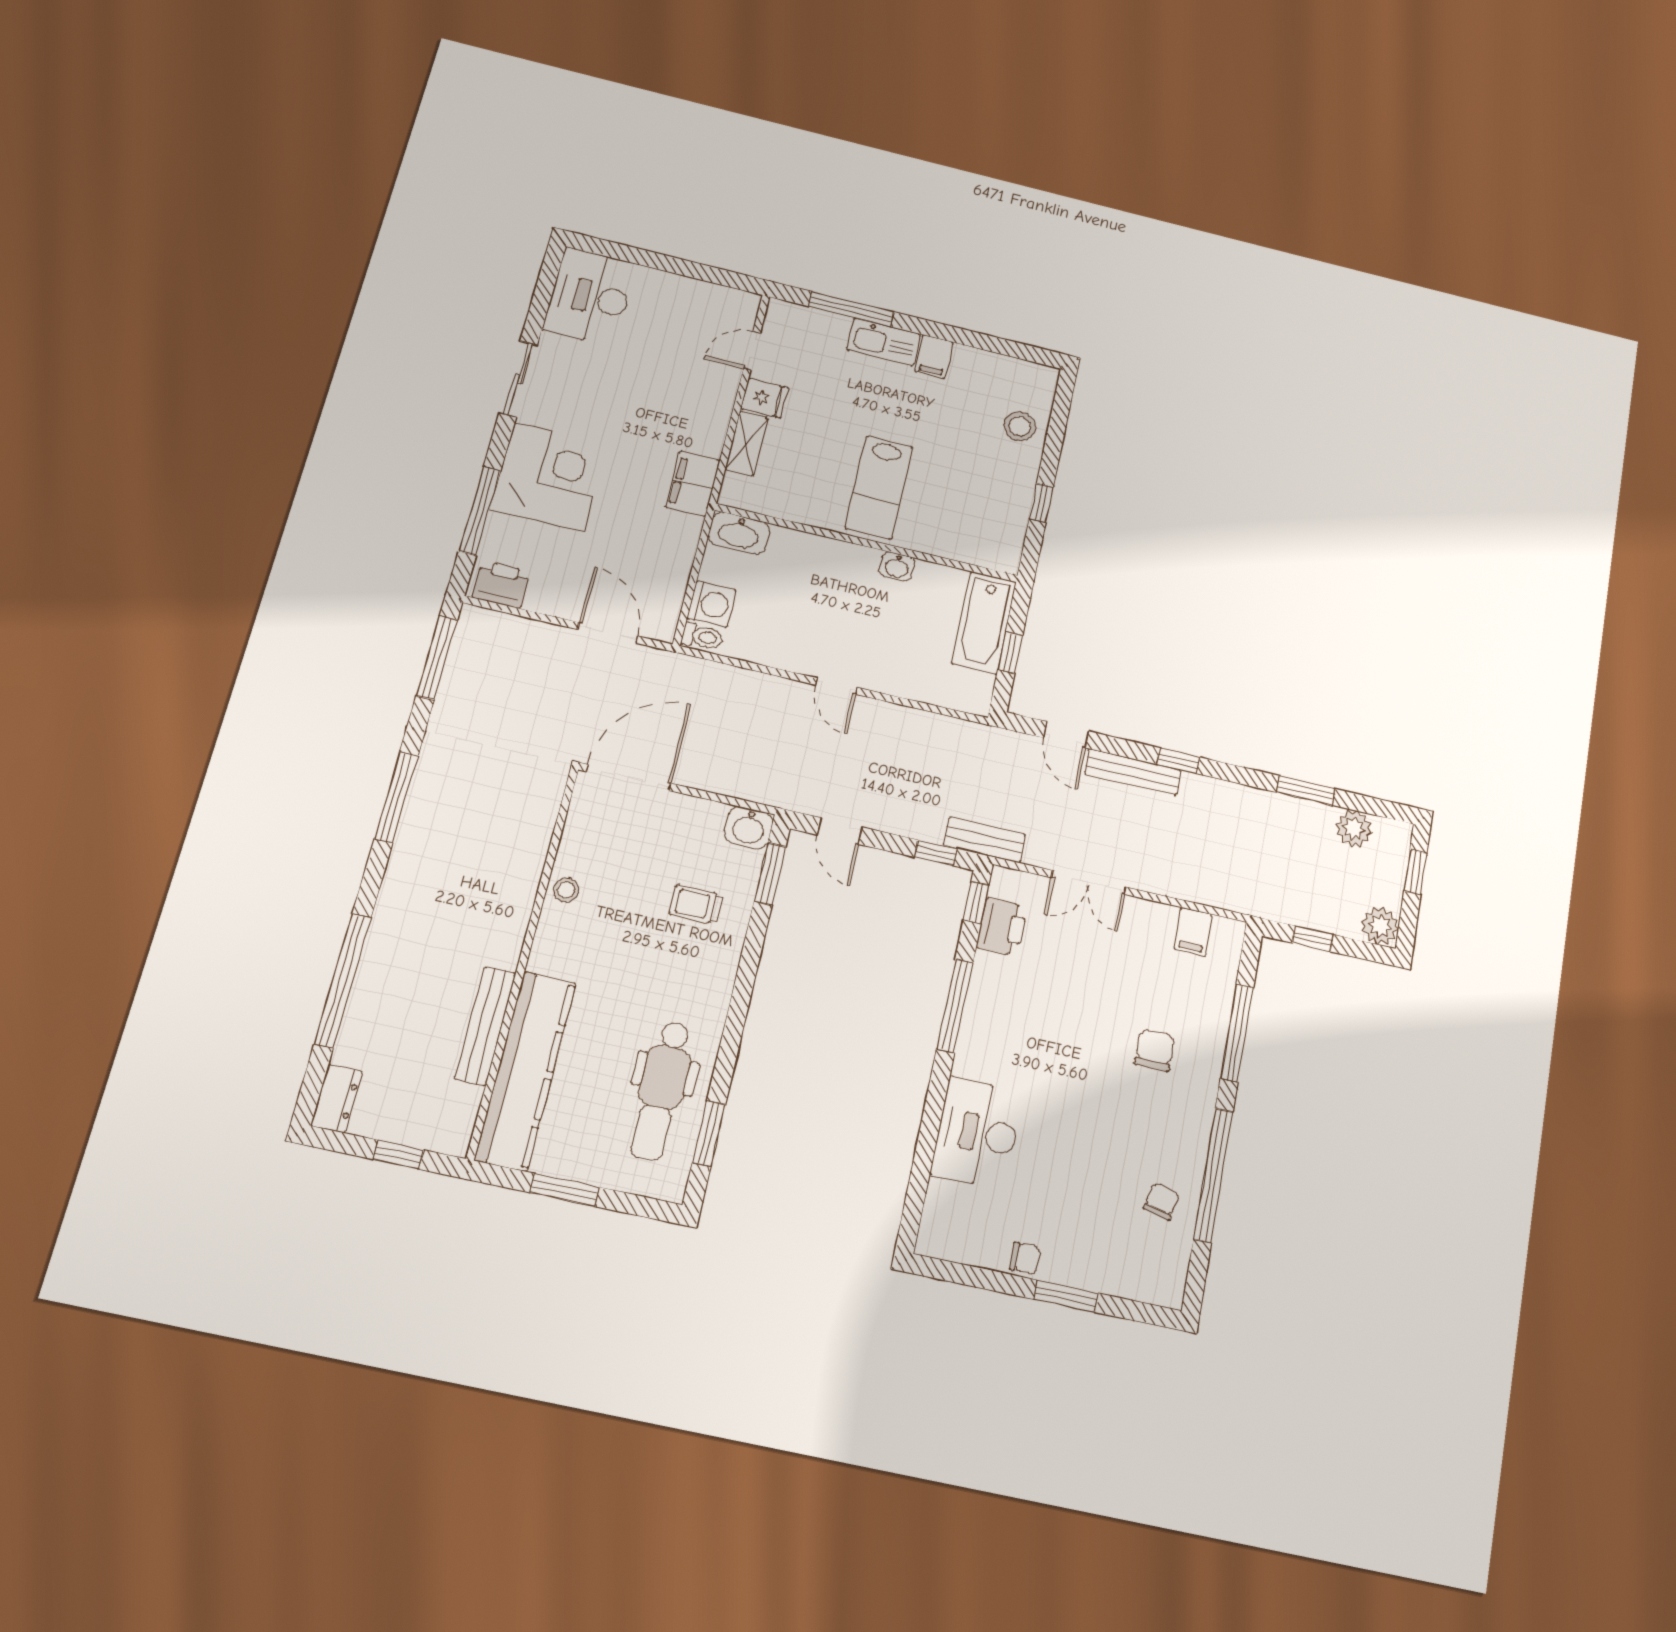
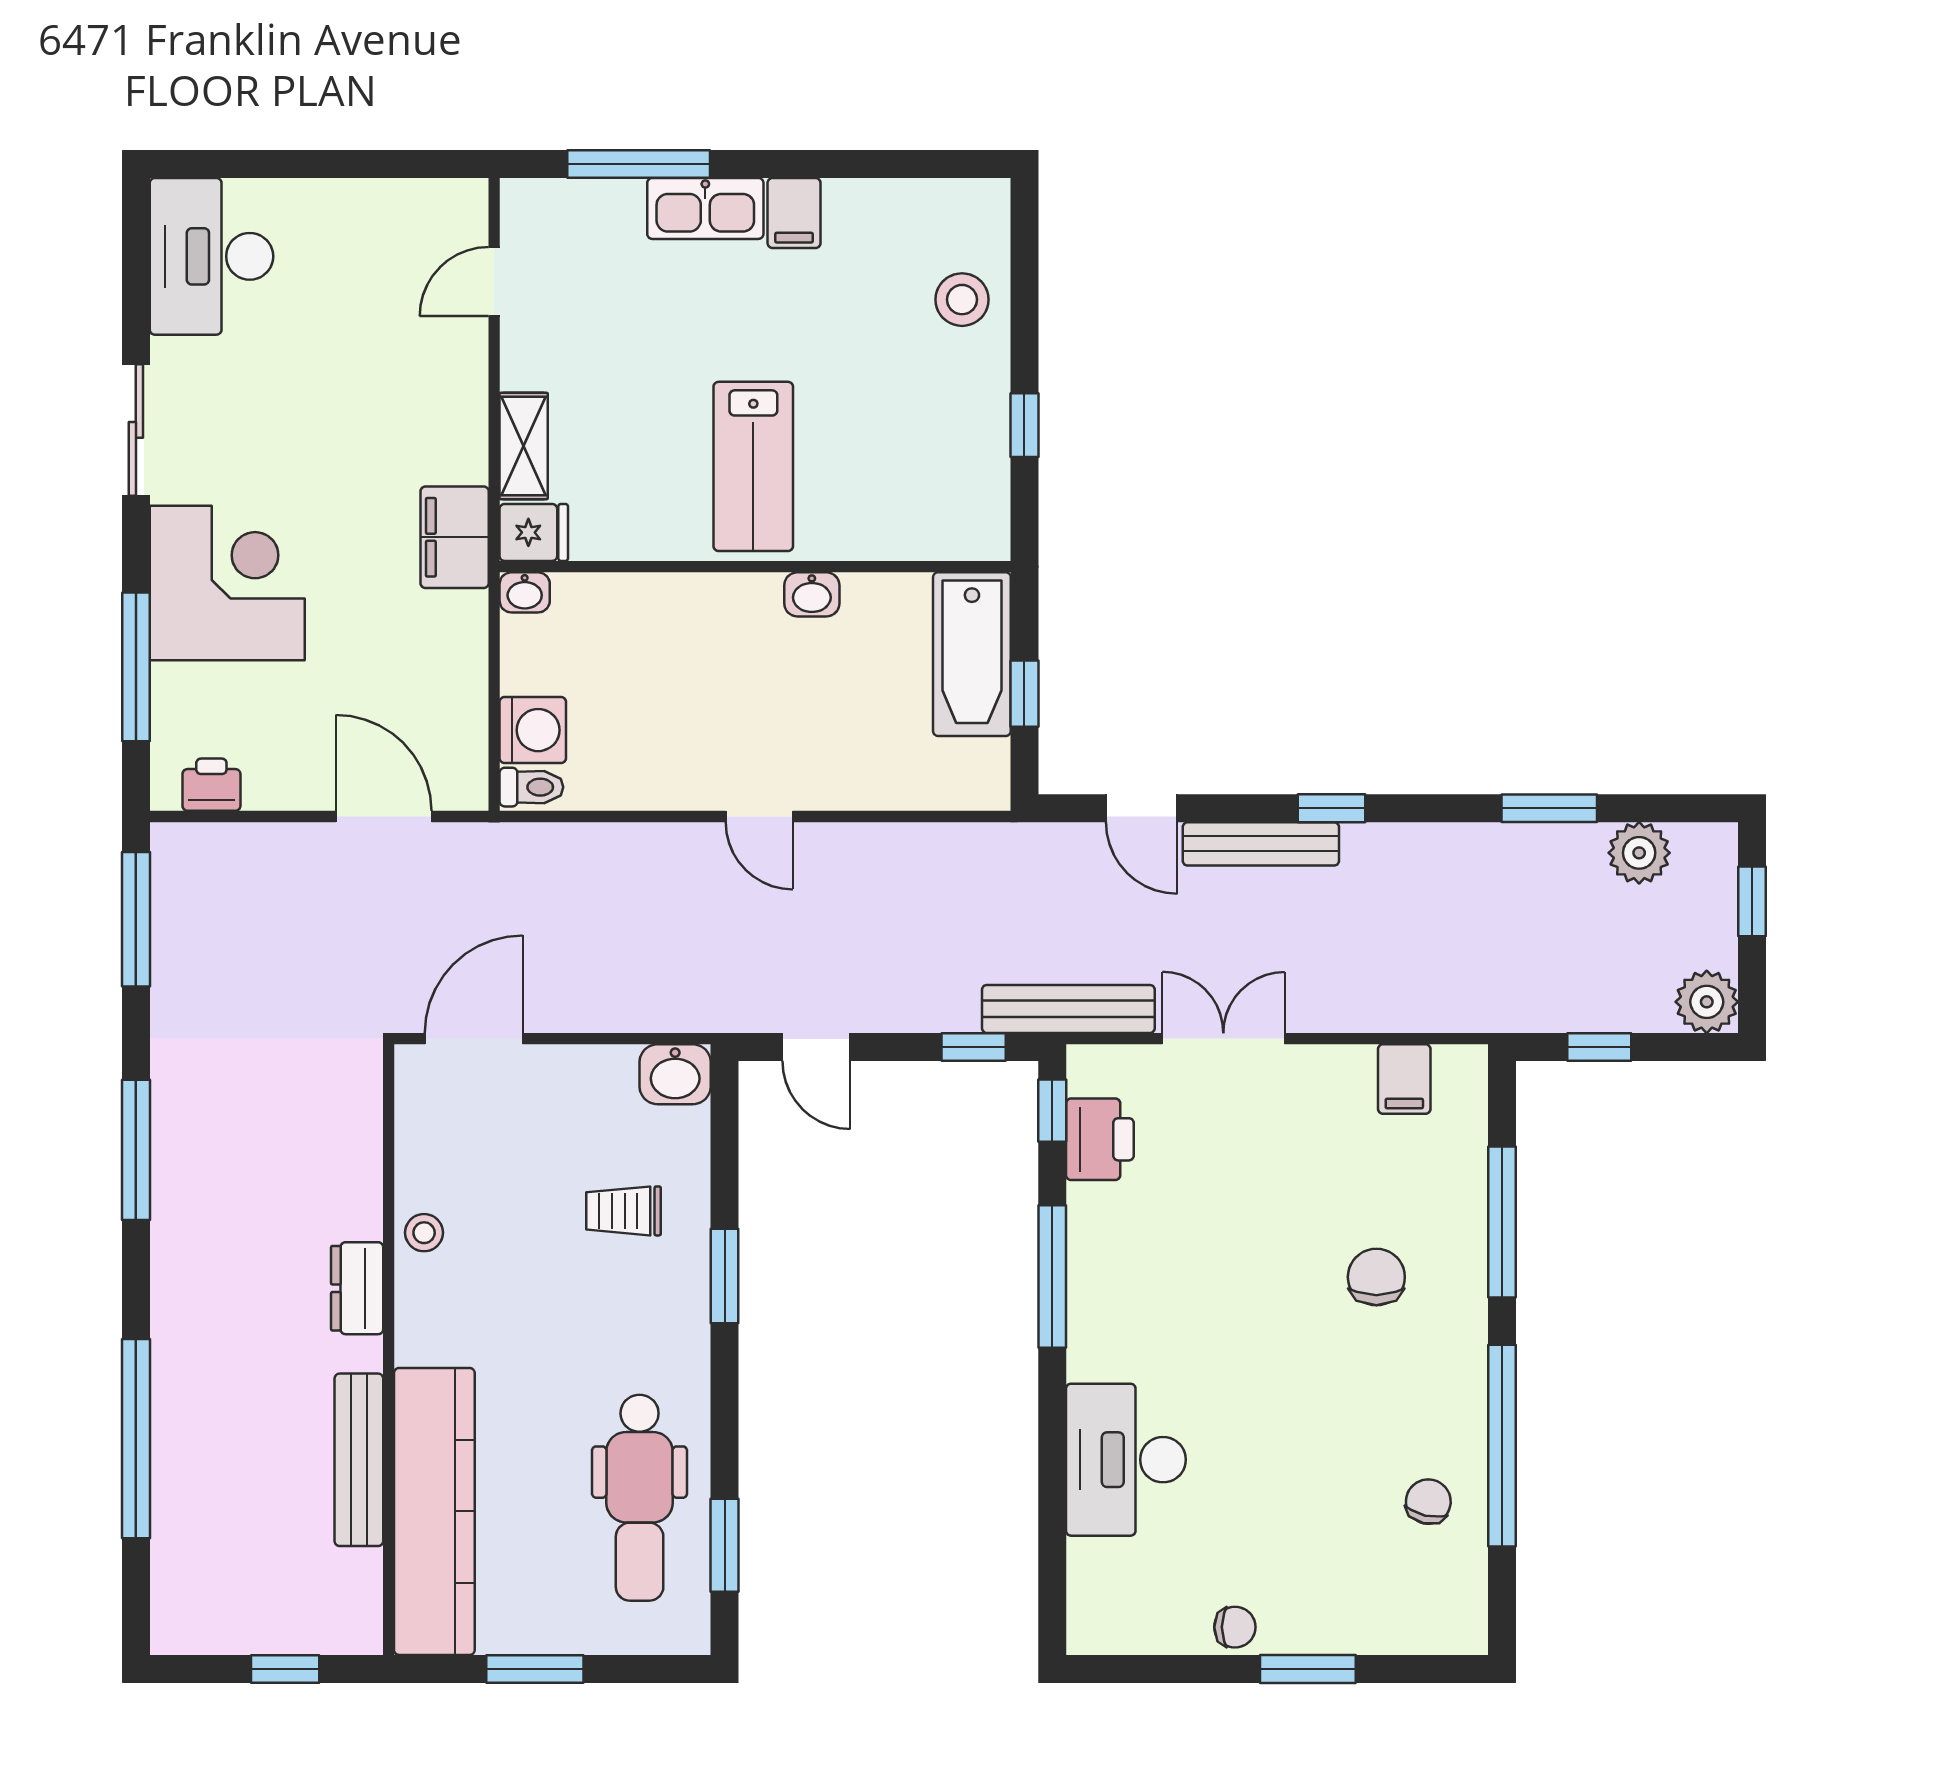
fridge: (764, 398) -> (534, 532), moved
washbasin: (739, 533) -> (525, 592), width x0.52, depth x0.69
printer: (501, 584) -> (211, 785), width x0.73, depth x0.81
door: (629, 778) -> (474, 1039), width x0.73
bench: (985, 840) -> (1068, 1009), width x1.36
window: (770, 874) -> (725, 1276), moved
double door: (1089, 882) -> (1223, 1039), swing flipped
dresser: (337, 1099) -> (357, 1288), moved, turned 180

